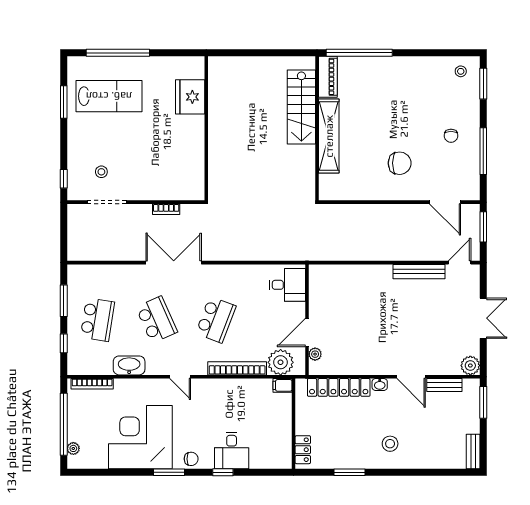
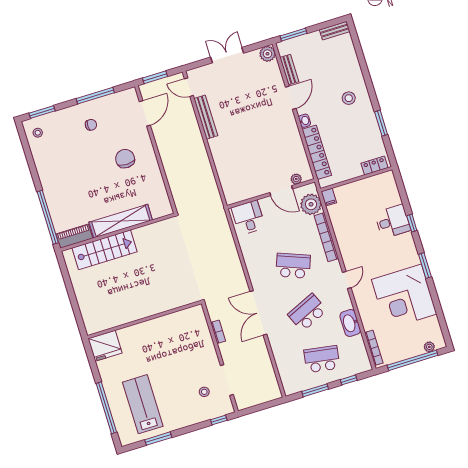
fridge: (190, 97) -> (105, 346), moved
chair: (191, 459) -> (409, 251), removed

